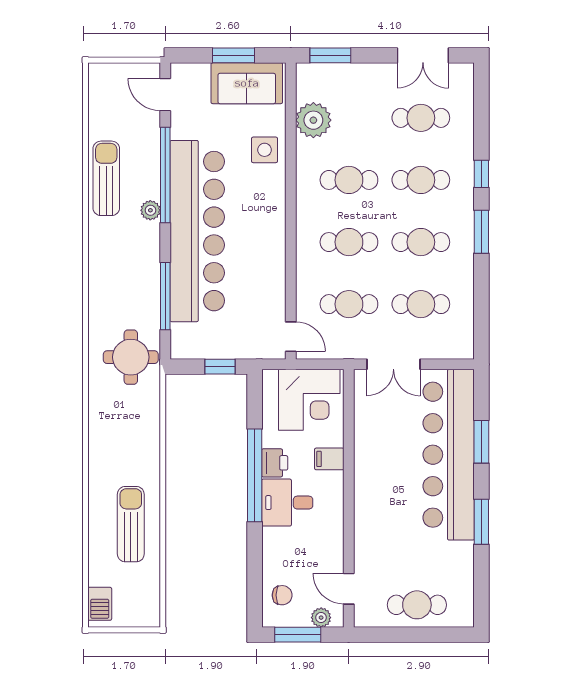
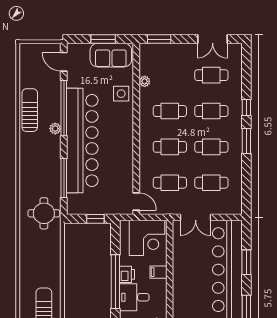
plant: (313, 120) -> (145, 81), width x0.53, depth x0.53

